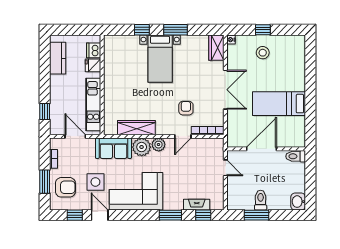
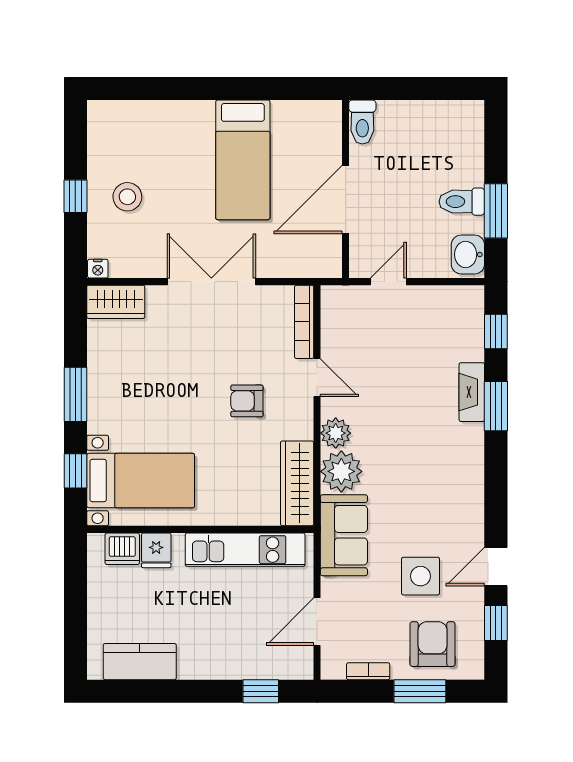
dishwasher: (94, 50) -> (122, 549), moved
bed with nightstands: (160, 59) -> (141, 480), moved
fridge: (93, 65) -> (156, 550), moved
wall: (102, 85) -> (200, 529), moved
kitchen unit: (93, 105) -> (245, 550), moved
armchair: (186, 108) -> (247, 401), moved
door: (262, 149) -> (345, 199), hinge flipped
corner sofa: (136, 191) -> (441, 484), removed
washbasin: (298, 202) -> (468, 254), moved, turned 90
fireplace: (197, 205) -> (472, 392), moved

